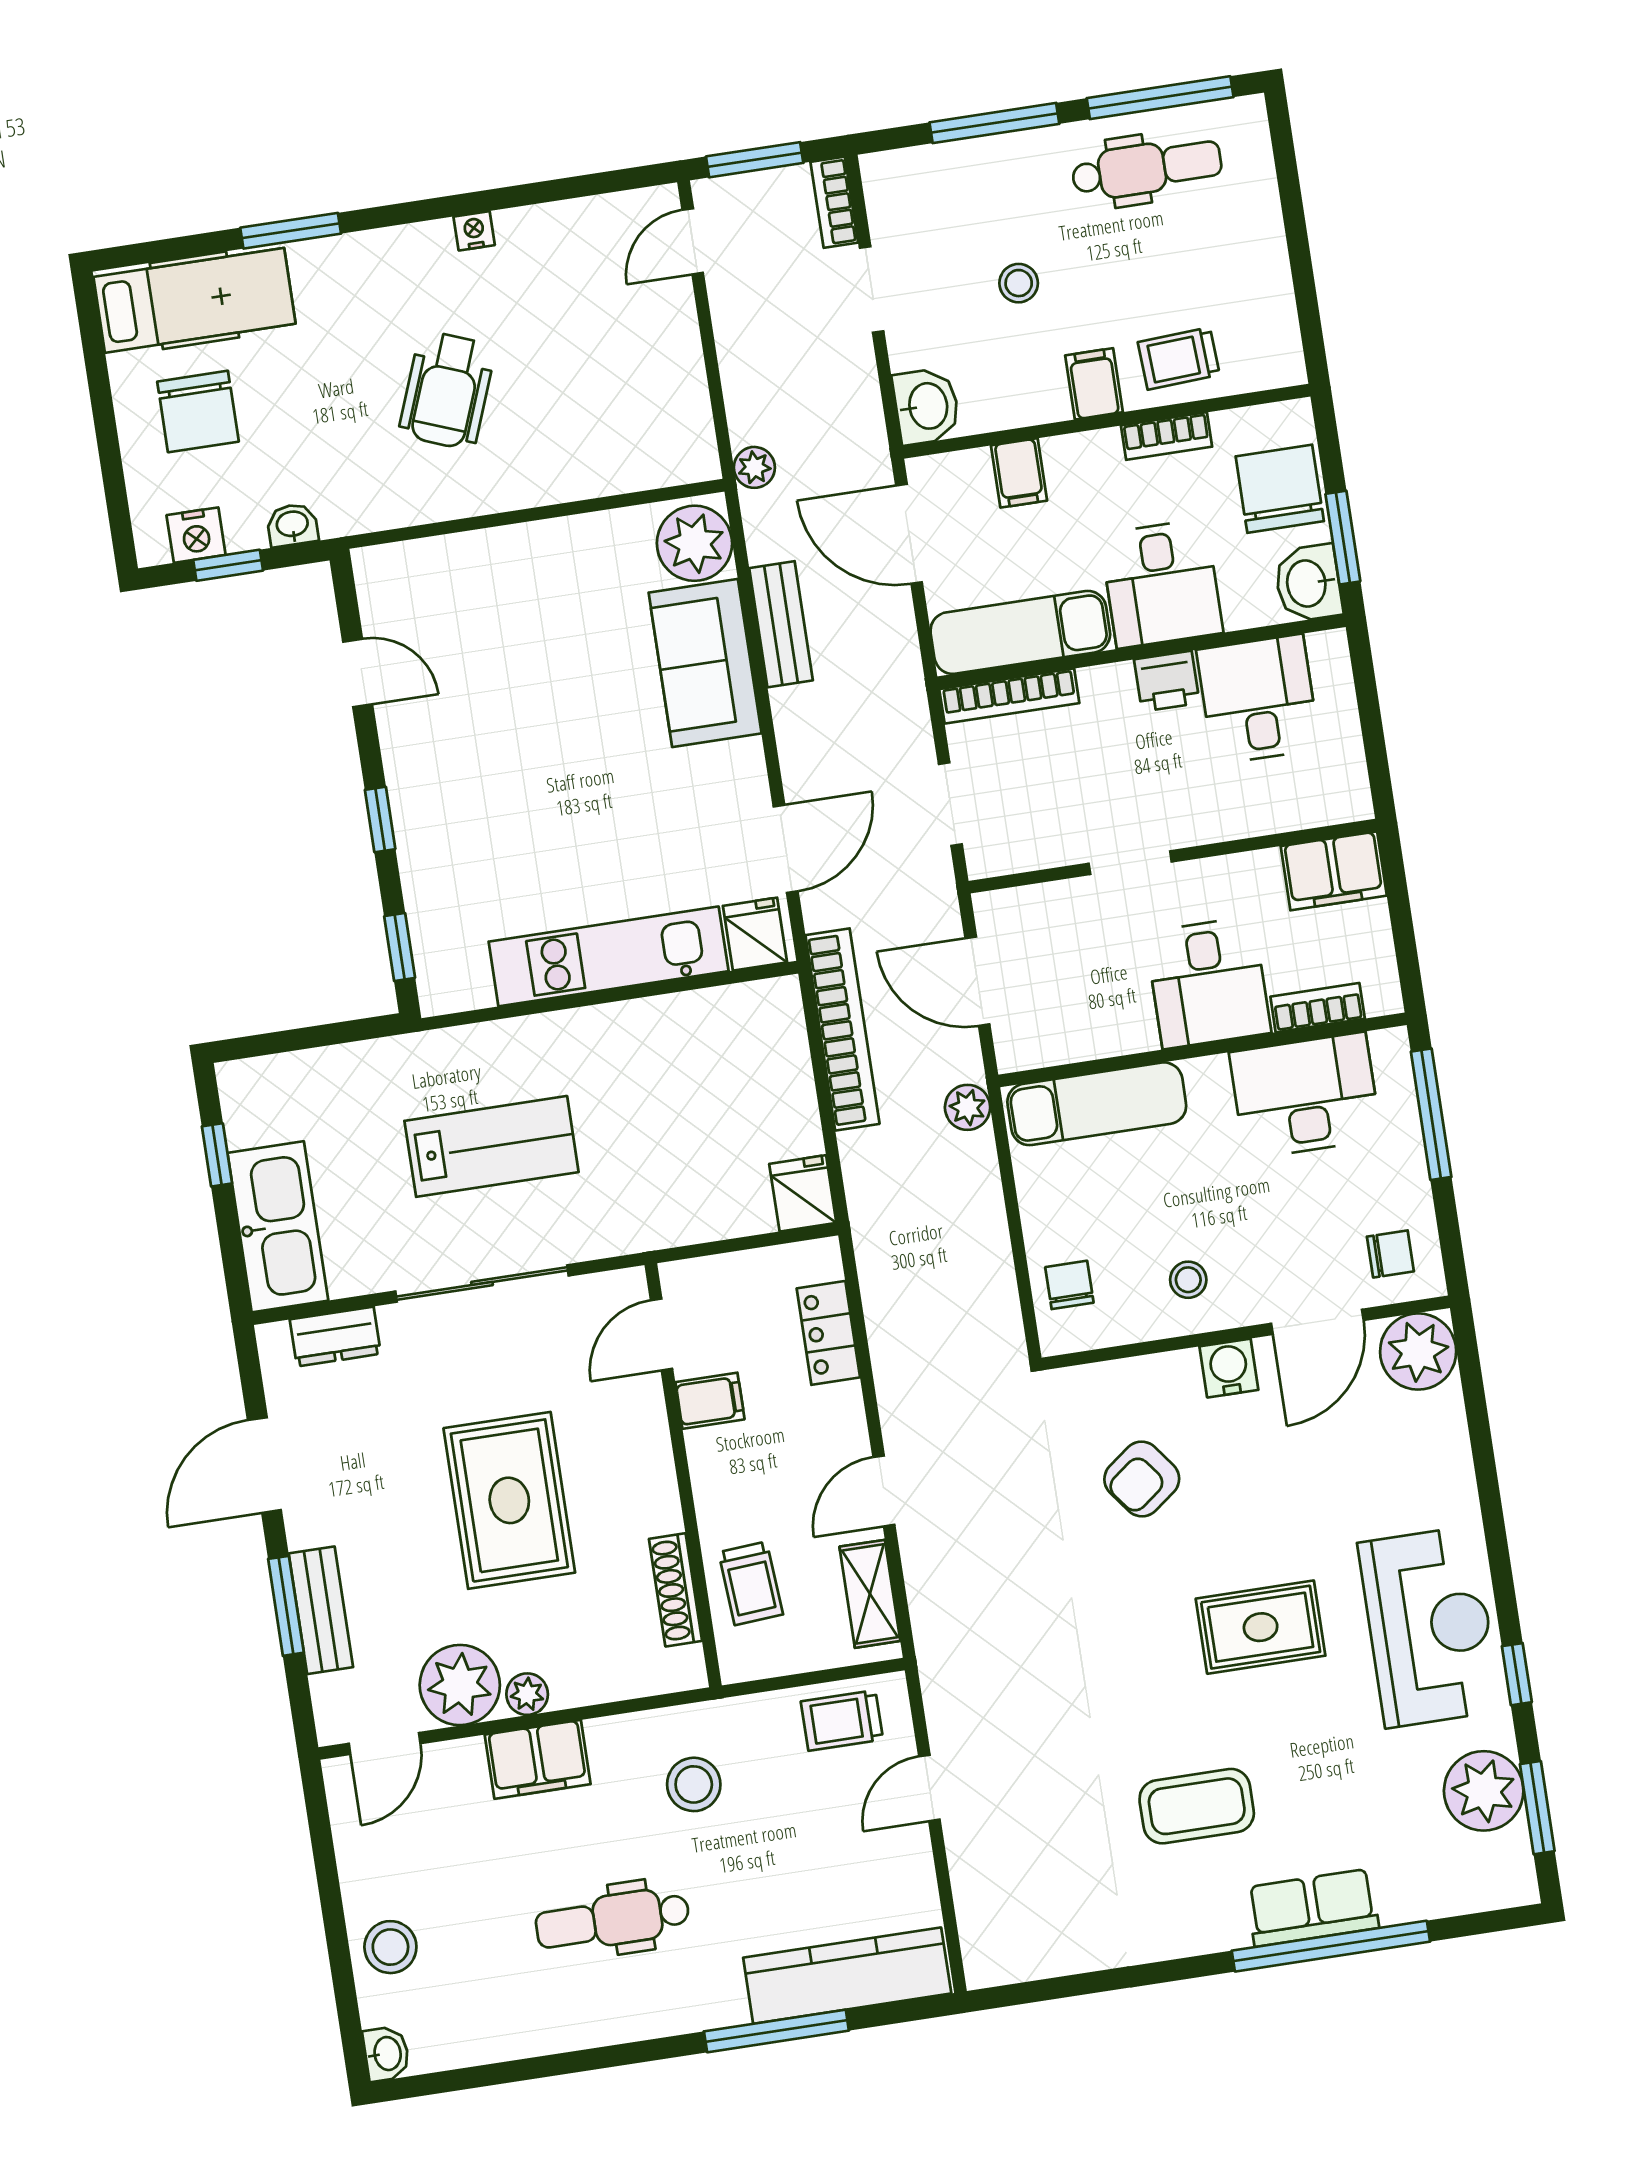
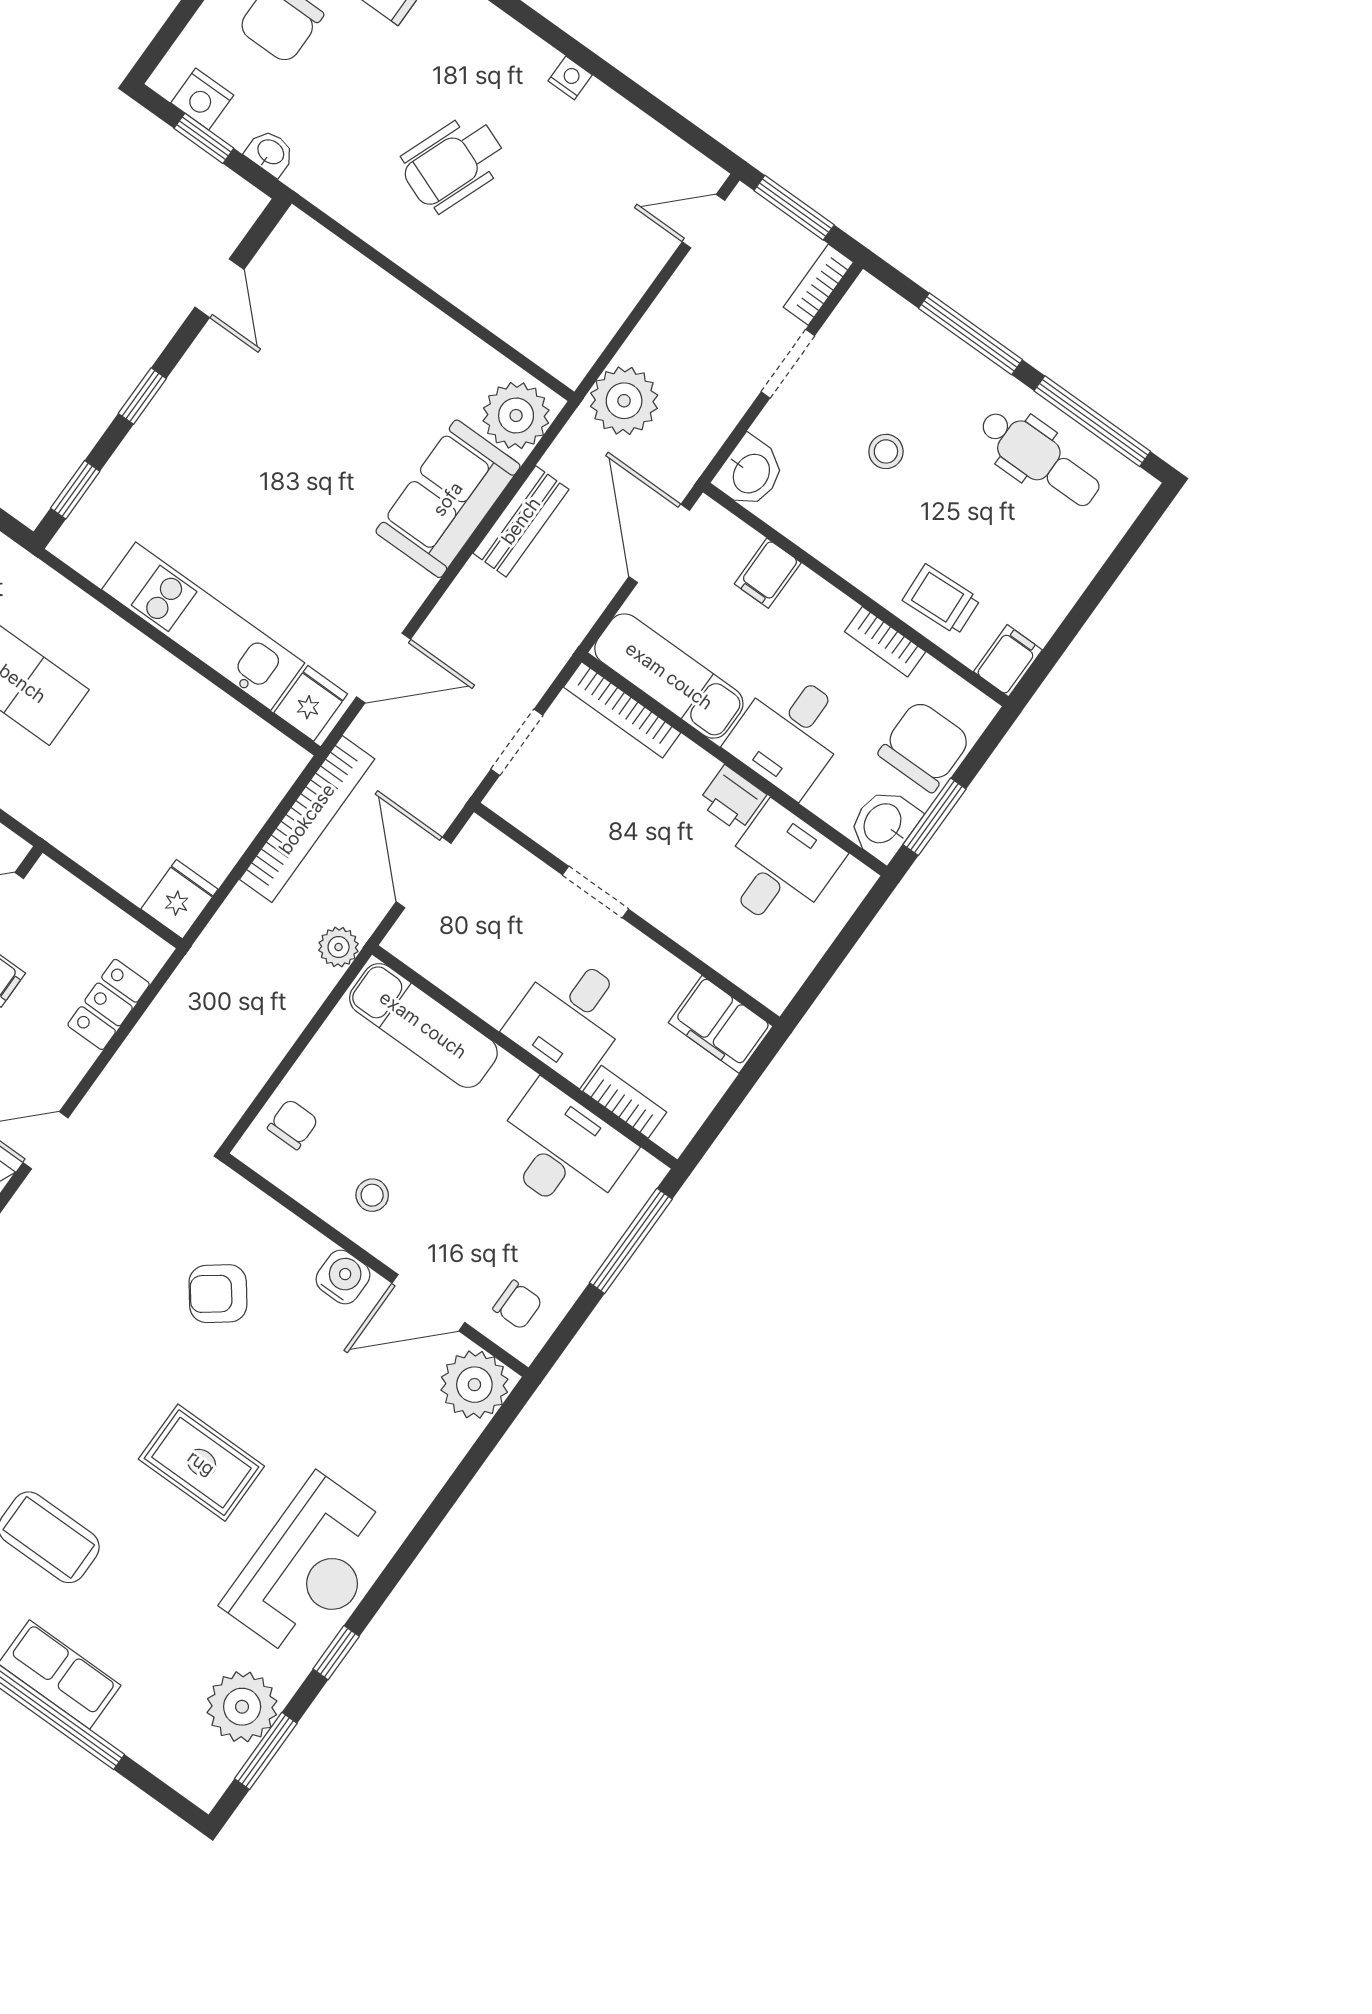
filing cabinet: (1094, 384) -> (1008, 661), moved
plant: (754, 467) -> (624, 401), width x1.88, depth x1.88

